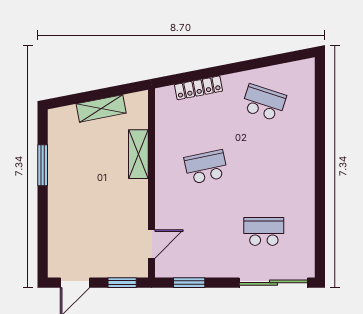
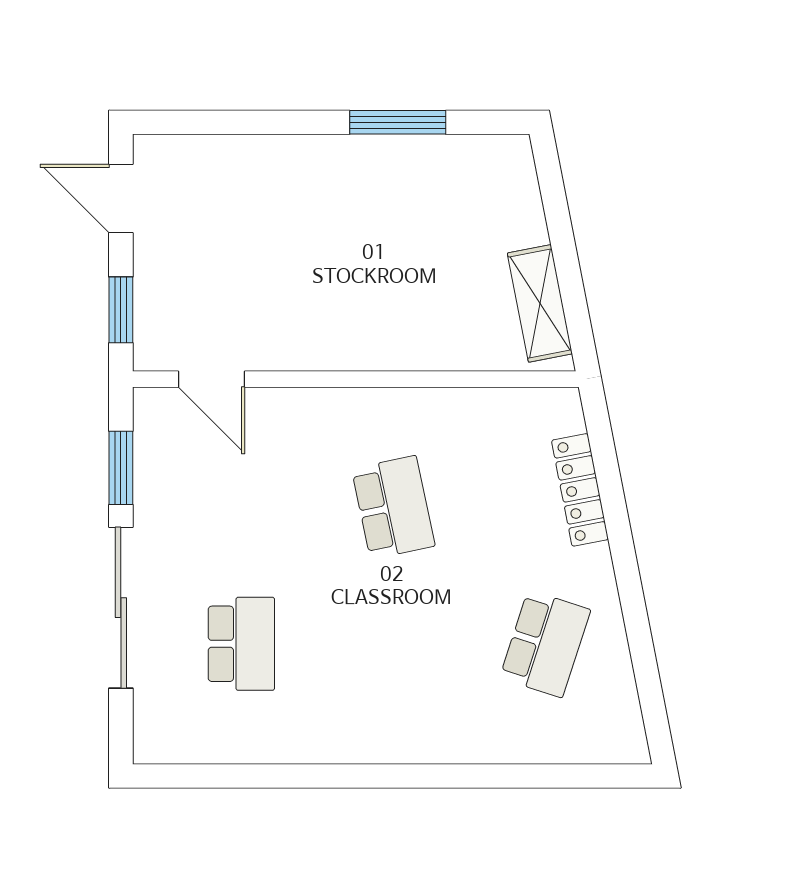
shelving: (101, 108) -> (540, 303), moved
shelving: (138, 154) -> (424, 348), removed
sliding door: (273, 283) -> (121, 608), moved

